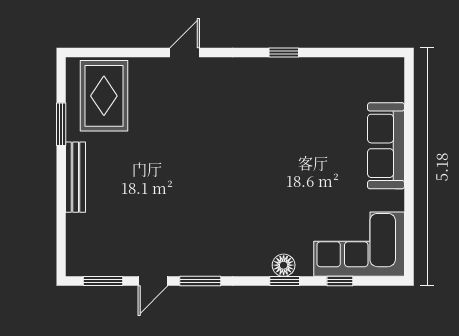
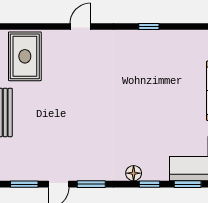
floor lamp: (284, 265) -> (134, 173), moved
window: (340, 281) -> (188, 184), width x1.50

